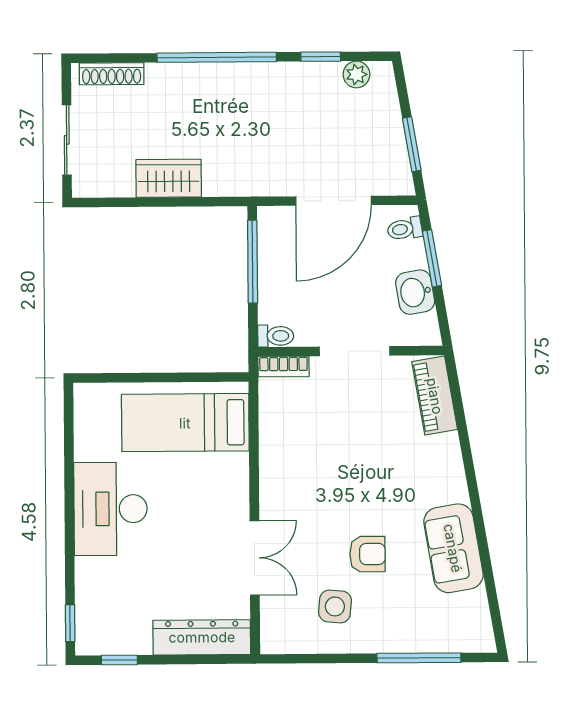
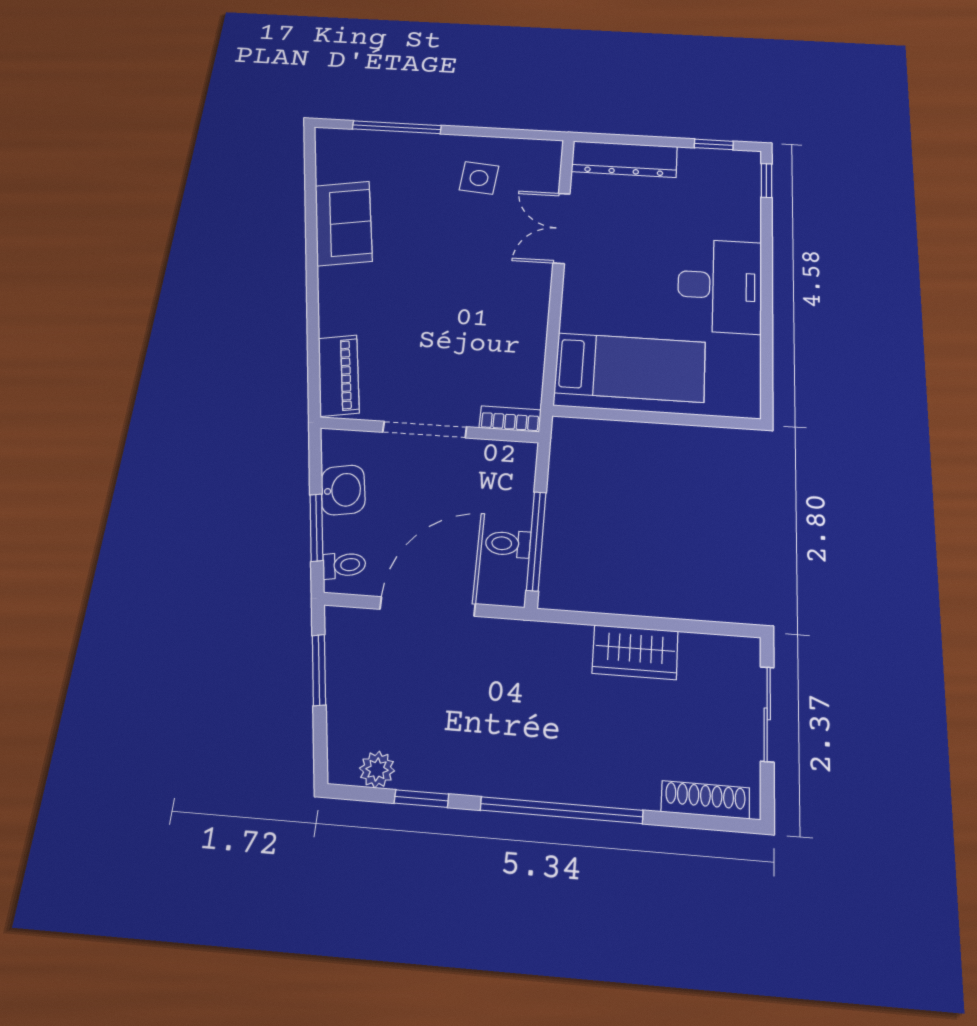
toilet: (276, 336) -> (508, 544), moved
armchair: (367, 554) -> (438, 224), removed

